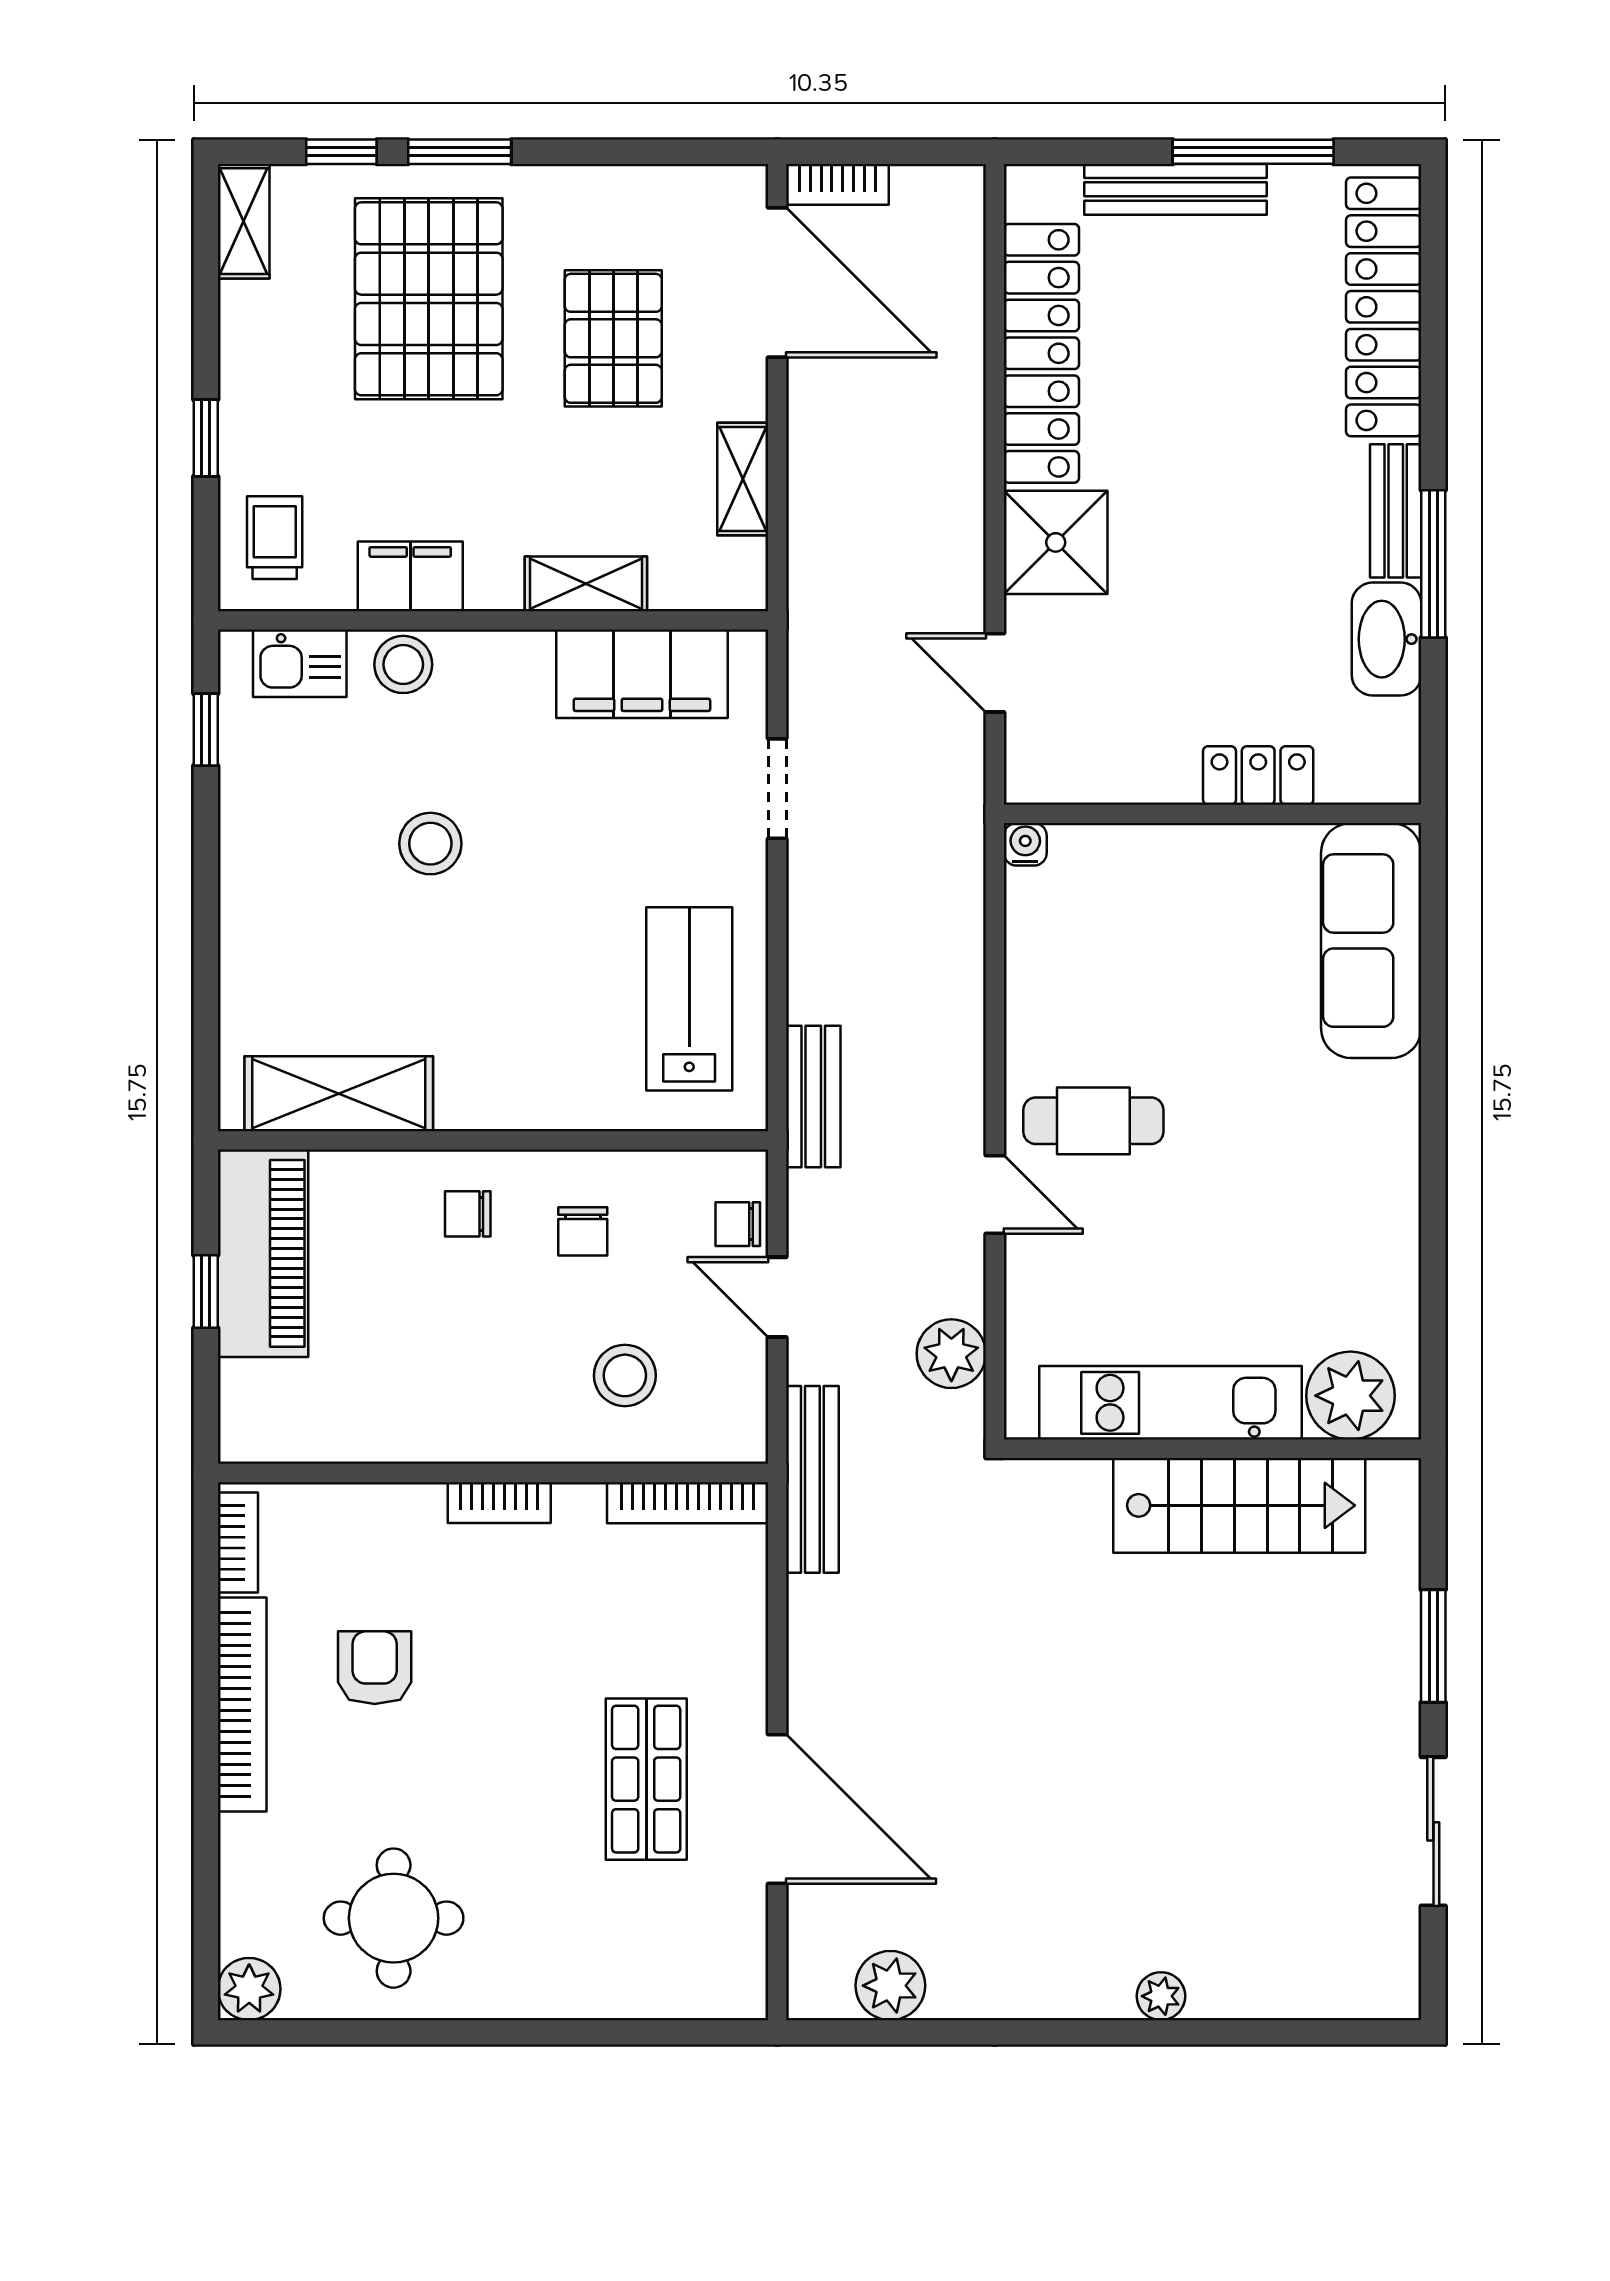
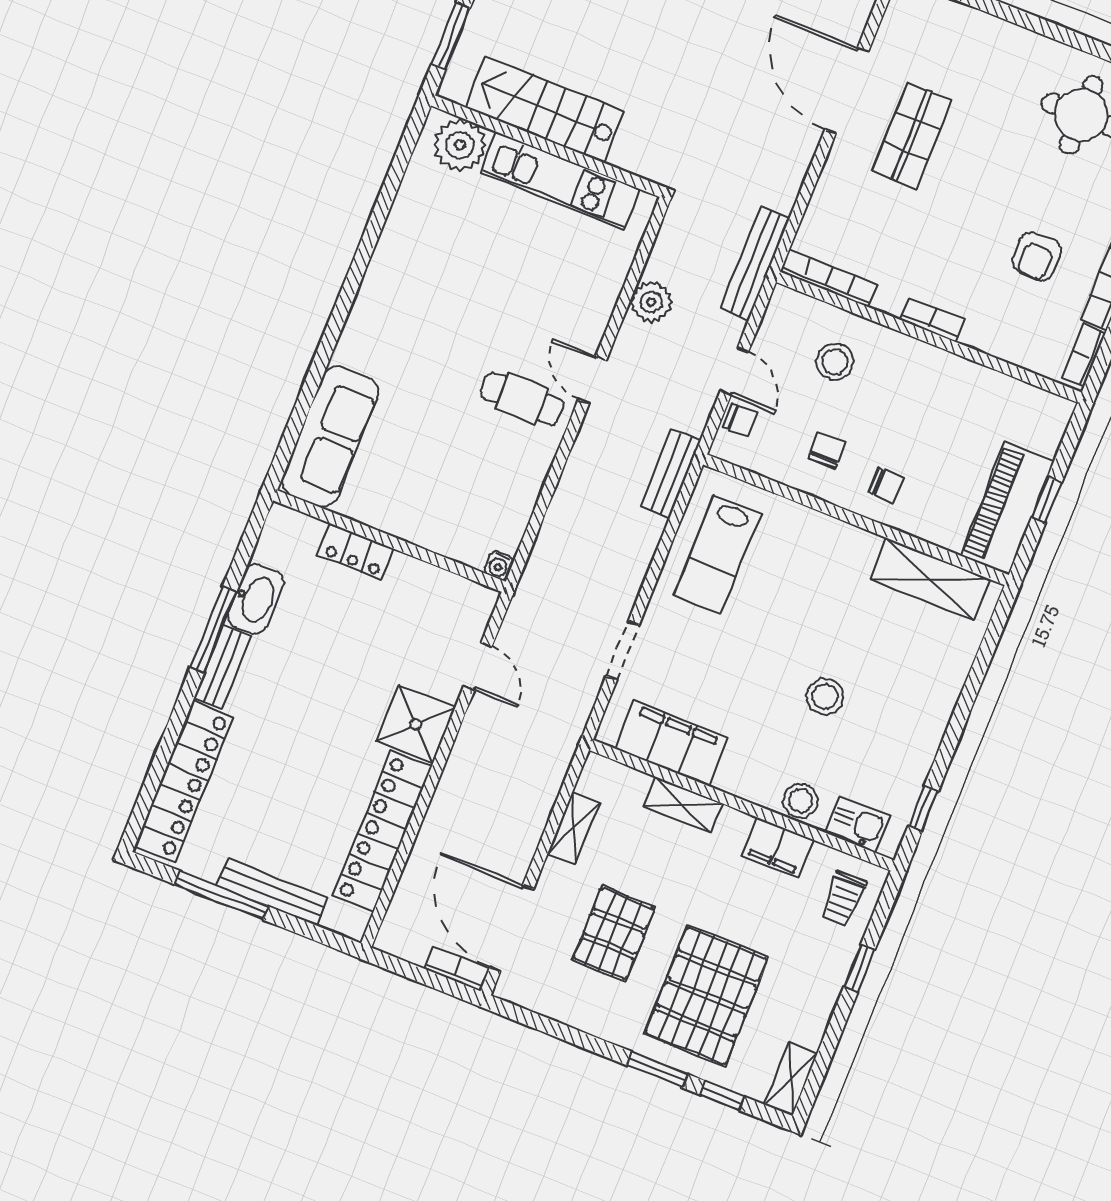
plant: (1351, 1396) -> (460, 145), moved
kitchen unit: (1170, 1403) -> (560, 181), moved
wall: (1213, 1449) -> (547, 146), moved
stairs: (1239, 1505) -> (545, 109), moved

